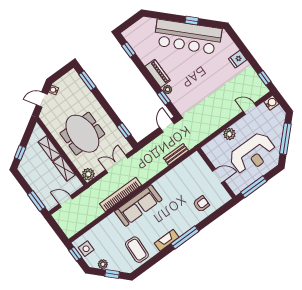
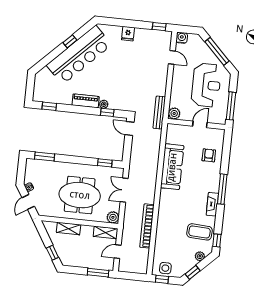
door: (250, 109) -> (172, 57), swing flipped
plant: (229, 134) -> (174, 113), moved
bench: (176, 154) -> (159, 113), moved, width x1.36
shelving: (64, 168) -> (106, 233), moved
bookcase: (121, 195) -> (147, 226), moved
sofa: (138, 205) -> (172, 167), moved
plant: (103, 264) -> (200, 256), moved
window: (142, 269) -> (217, 240), added
window: (112, 274) -> (193, 272), moved

